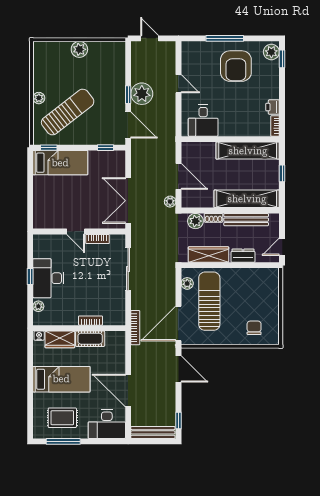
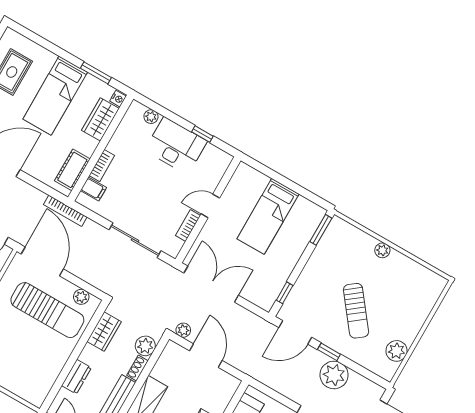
plant: (79, 49) -> (397, 351), moved
plant: (142, 94) -> (334, 375), moved
sun lounger: (68, 112) -> (356, 311), moved, width x0.73, depth x0.75
window: (49, 148) -> (321, 230), width x1.50
bed: (60, 163) -> (268, 216), moved
door: (178, 176) -> (206, 356), swing flipped
wardrobe: (209, 255) -> (104, 332), width x0.67
window: (30, 277) -> (202, 134), moved
filing cabinet: (110, 317) -> (93, 189), added
cot: (90, 339) -> (72, 170), moved
window: (30, 361) -> (96, 73), added

